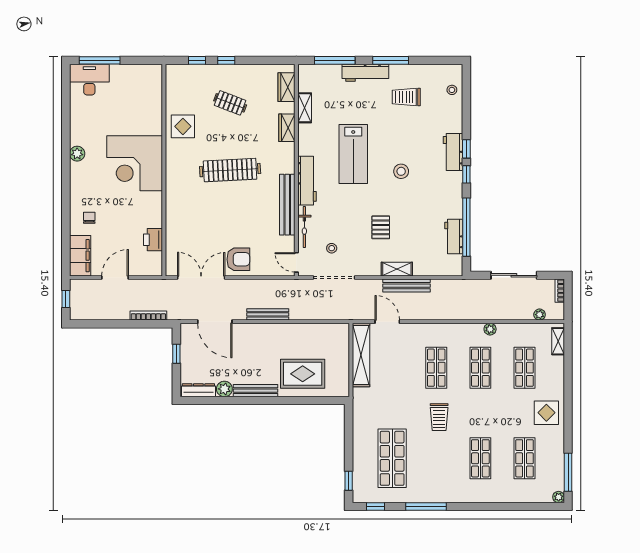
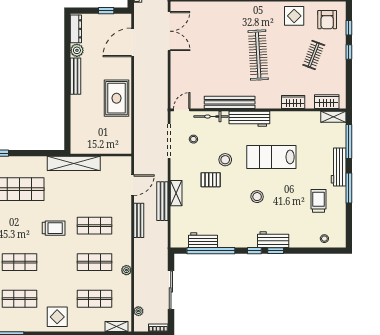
shelving: (305, 108) -> (333, 117), moved
stool: (357, 210) -> (225, 160), added
armchair: (238, 259) -> (327, 20), moved
bench: (268, 314) -> (139, 220), moved
shelving: (361, 355) -> (74, 163), moved
rug: (303, 374) -> (117, 98), moved
trolley: (439, 417) -> (54, 228), turned 180

